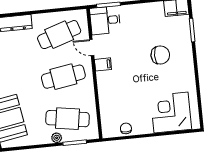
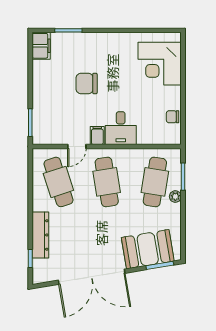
desk: (105, 20) -> (121, 128), moved
chair: (160, 55) -> (87, 83), moved, turned -90

